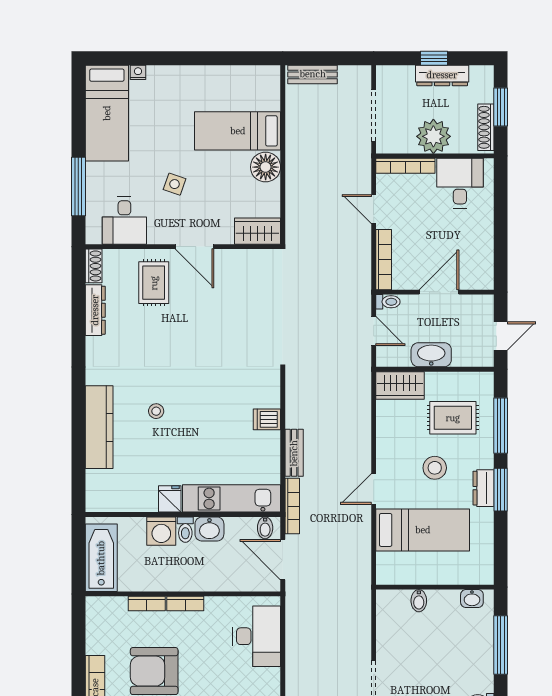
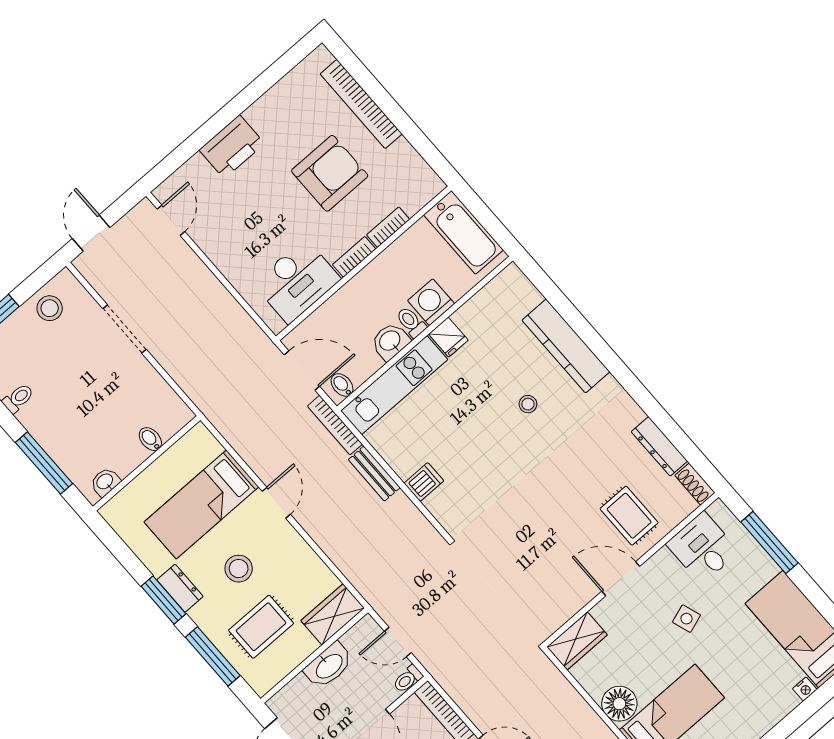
side table: (175, 184) -> (686, 619), turned -38
desk: (257, 636) -> (297, 281), moved, turned -90

